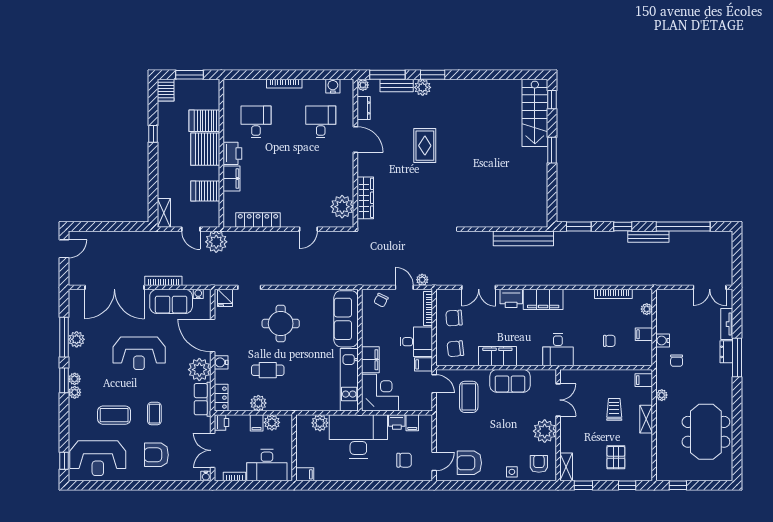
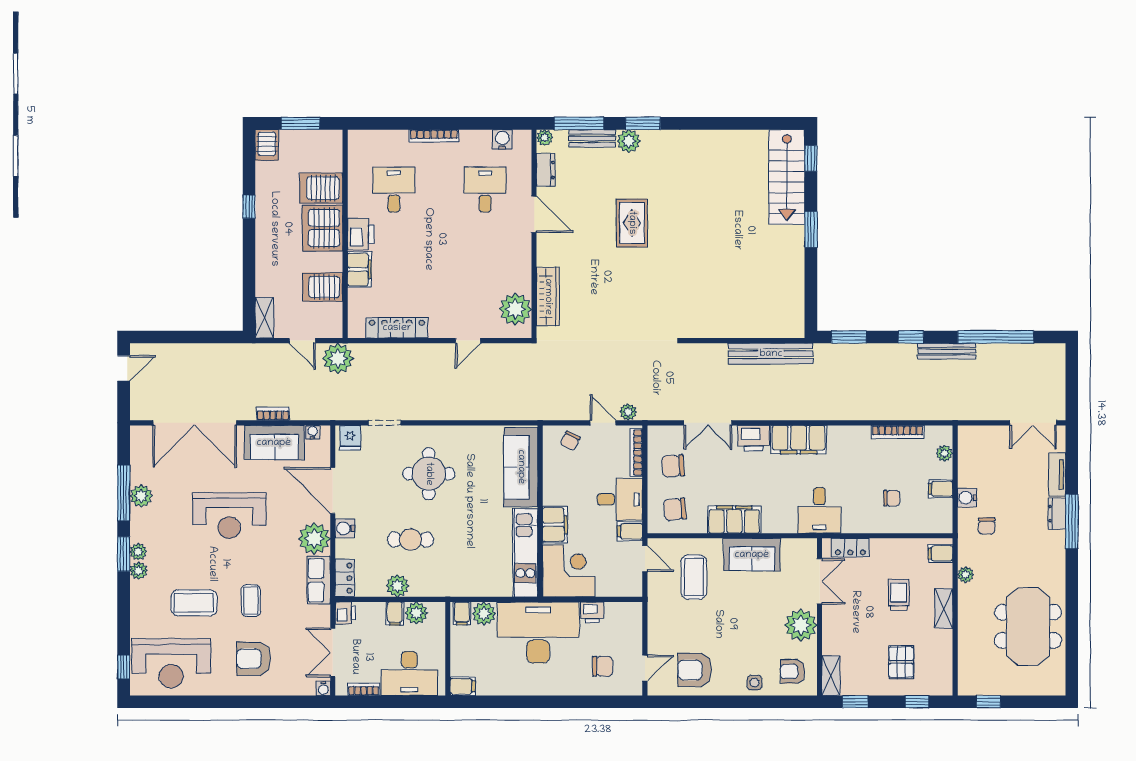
bookcase: (163, 281) -> (273, 414), width x0.64
locker: (580, 376) -> (850, 548), added
filing cabinet: (412, 423) -> (462, 613), moved
armchair: (539, 464) -> (793, 671), turned -90

